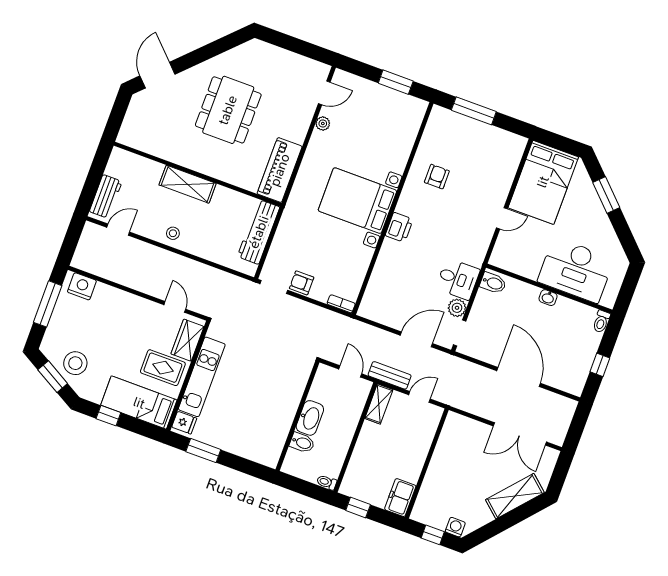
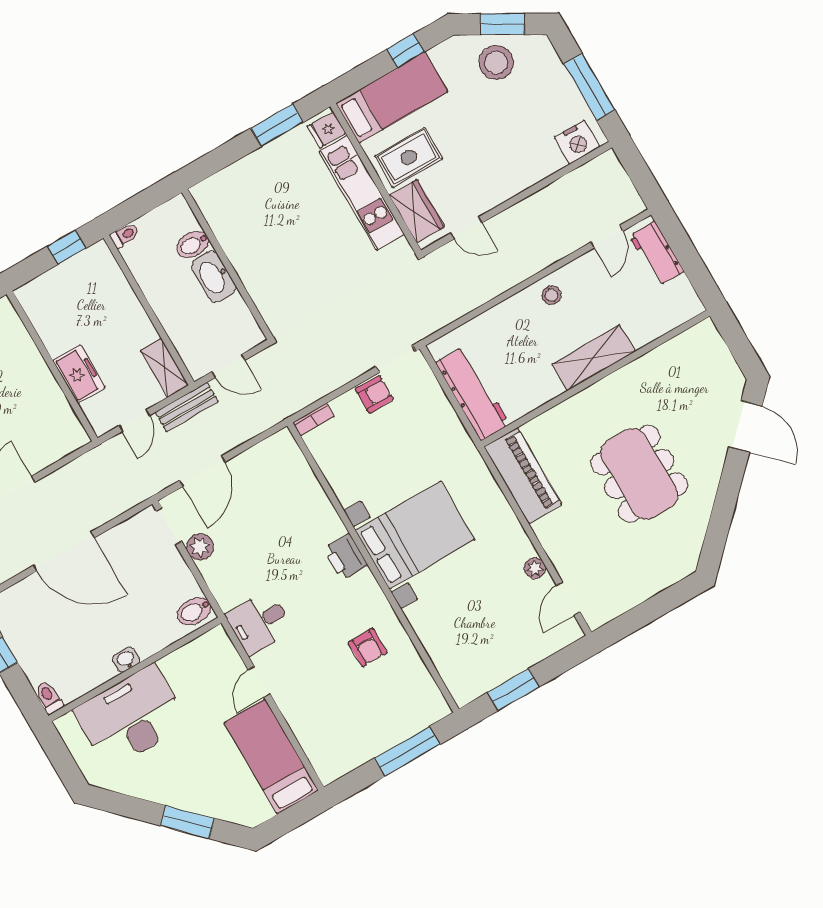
bed: (543, 182) -> (271, 757), width x0.67
desk: (458, 279) -> (259, 623), moved
freezer: (400, 498) -> (79, 374), moved

